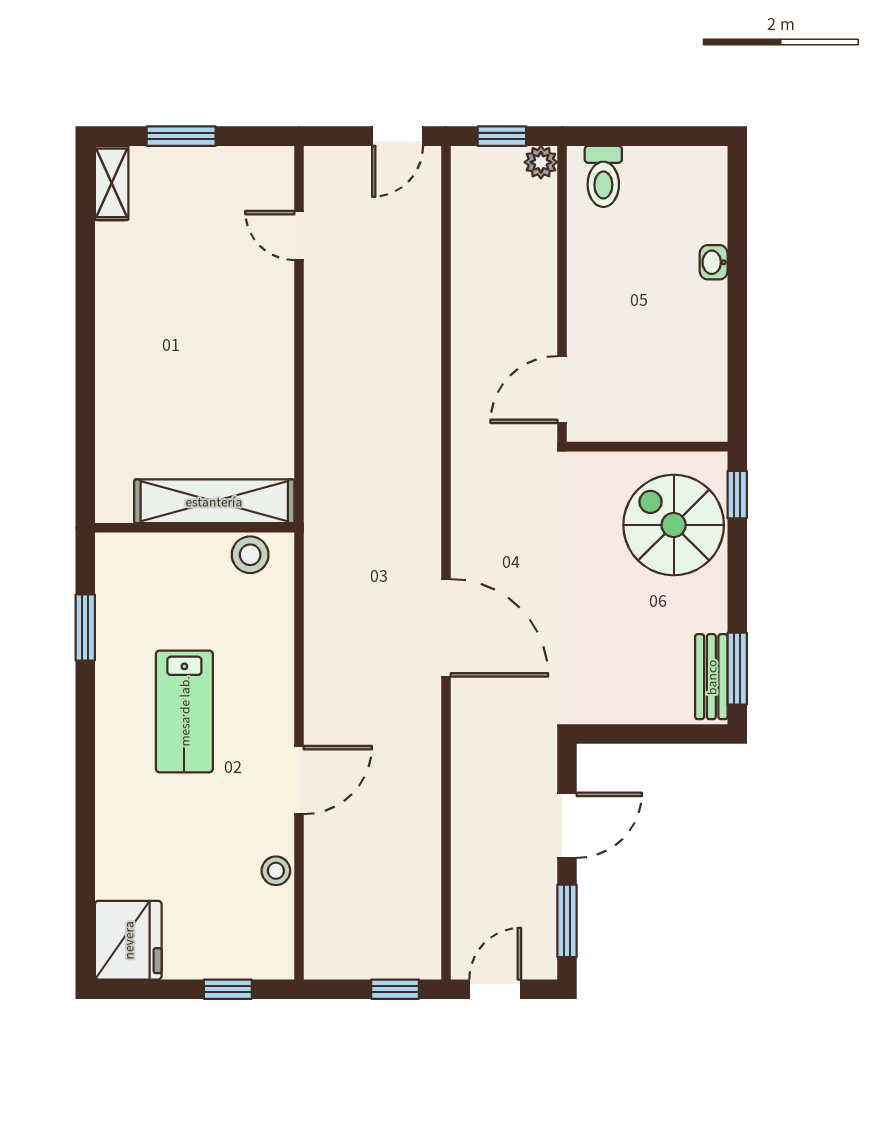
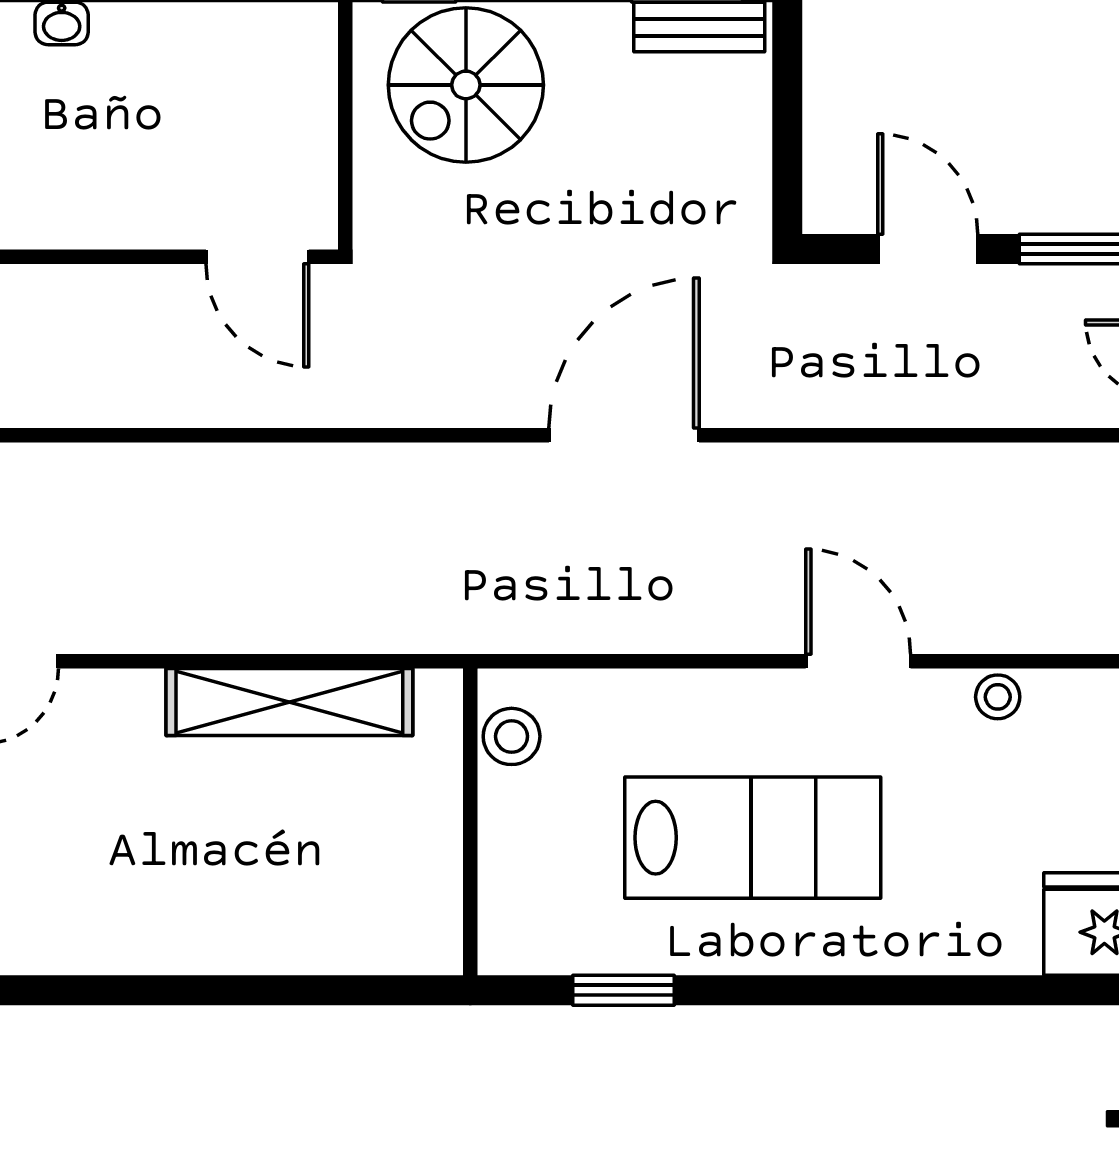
shelving: (214, 501) -> (289, 702), moved, turned 90
lab bench: (184, 711) -> (753, 838), width x1.36, depth x1.39

